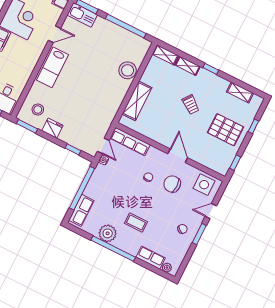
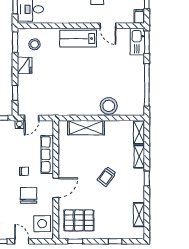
pallet: (226, 130) -> (79, 220), moved, turned 90
row of seats: (130, 142) -> (47, 154), moved

